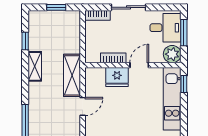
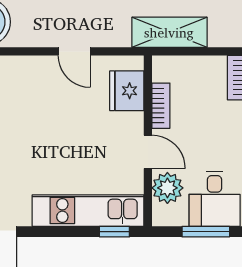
plant: (172, 54) -> (167, 188), moved
shelving: (72, 75) -> (169, 32), moved
fridge: (117, 77) -> (127, 91), moved

